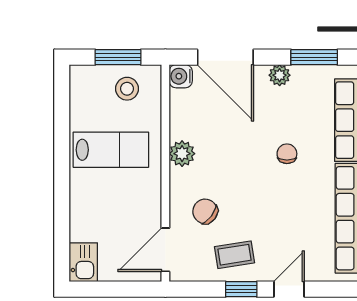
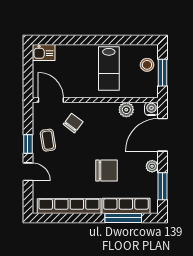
stool: (127, 89) -> (147, 65), moved
plant: (182, 154) -> (126, 110), moved
chair: (287, 154) -> (106, 171), width x1.87, depth x1.87

